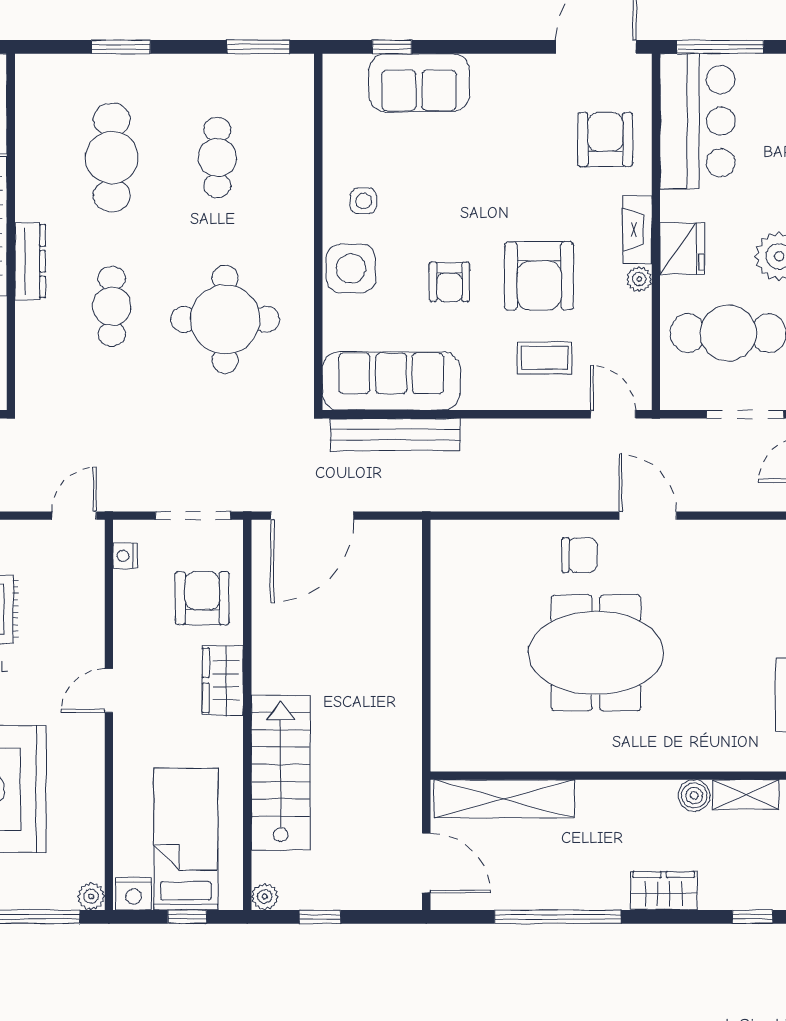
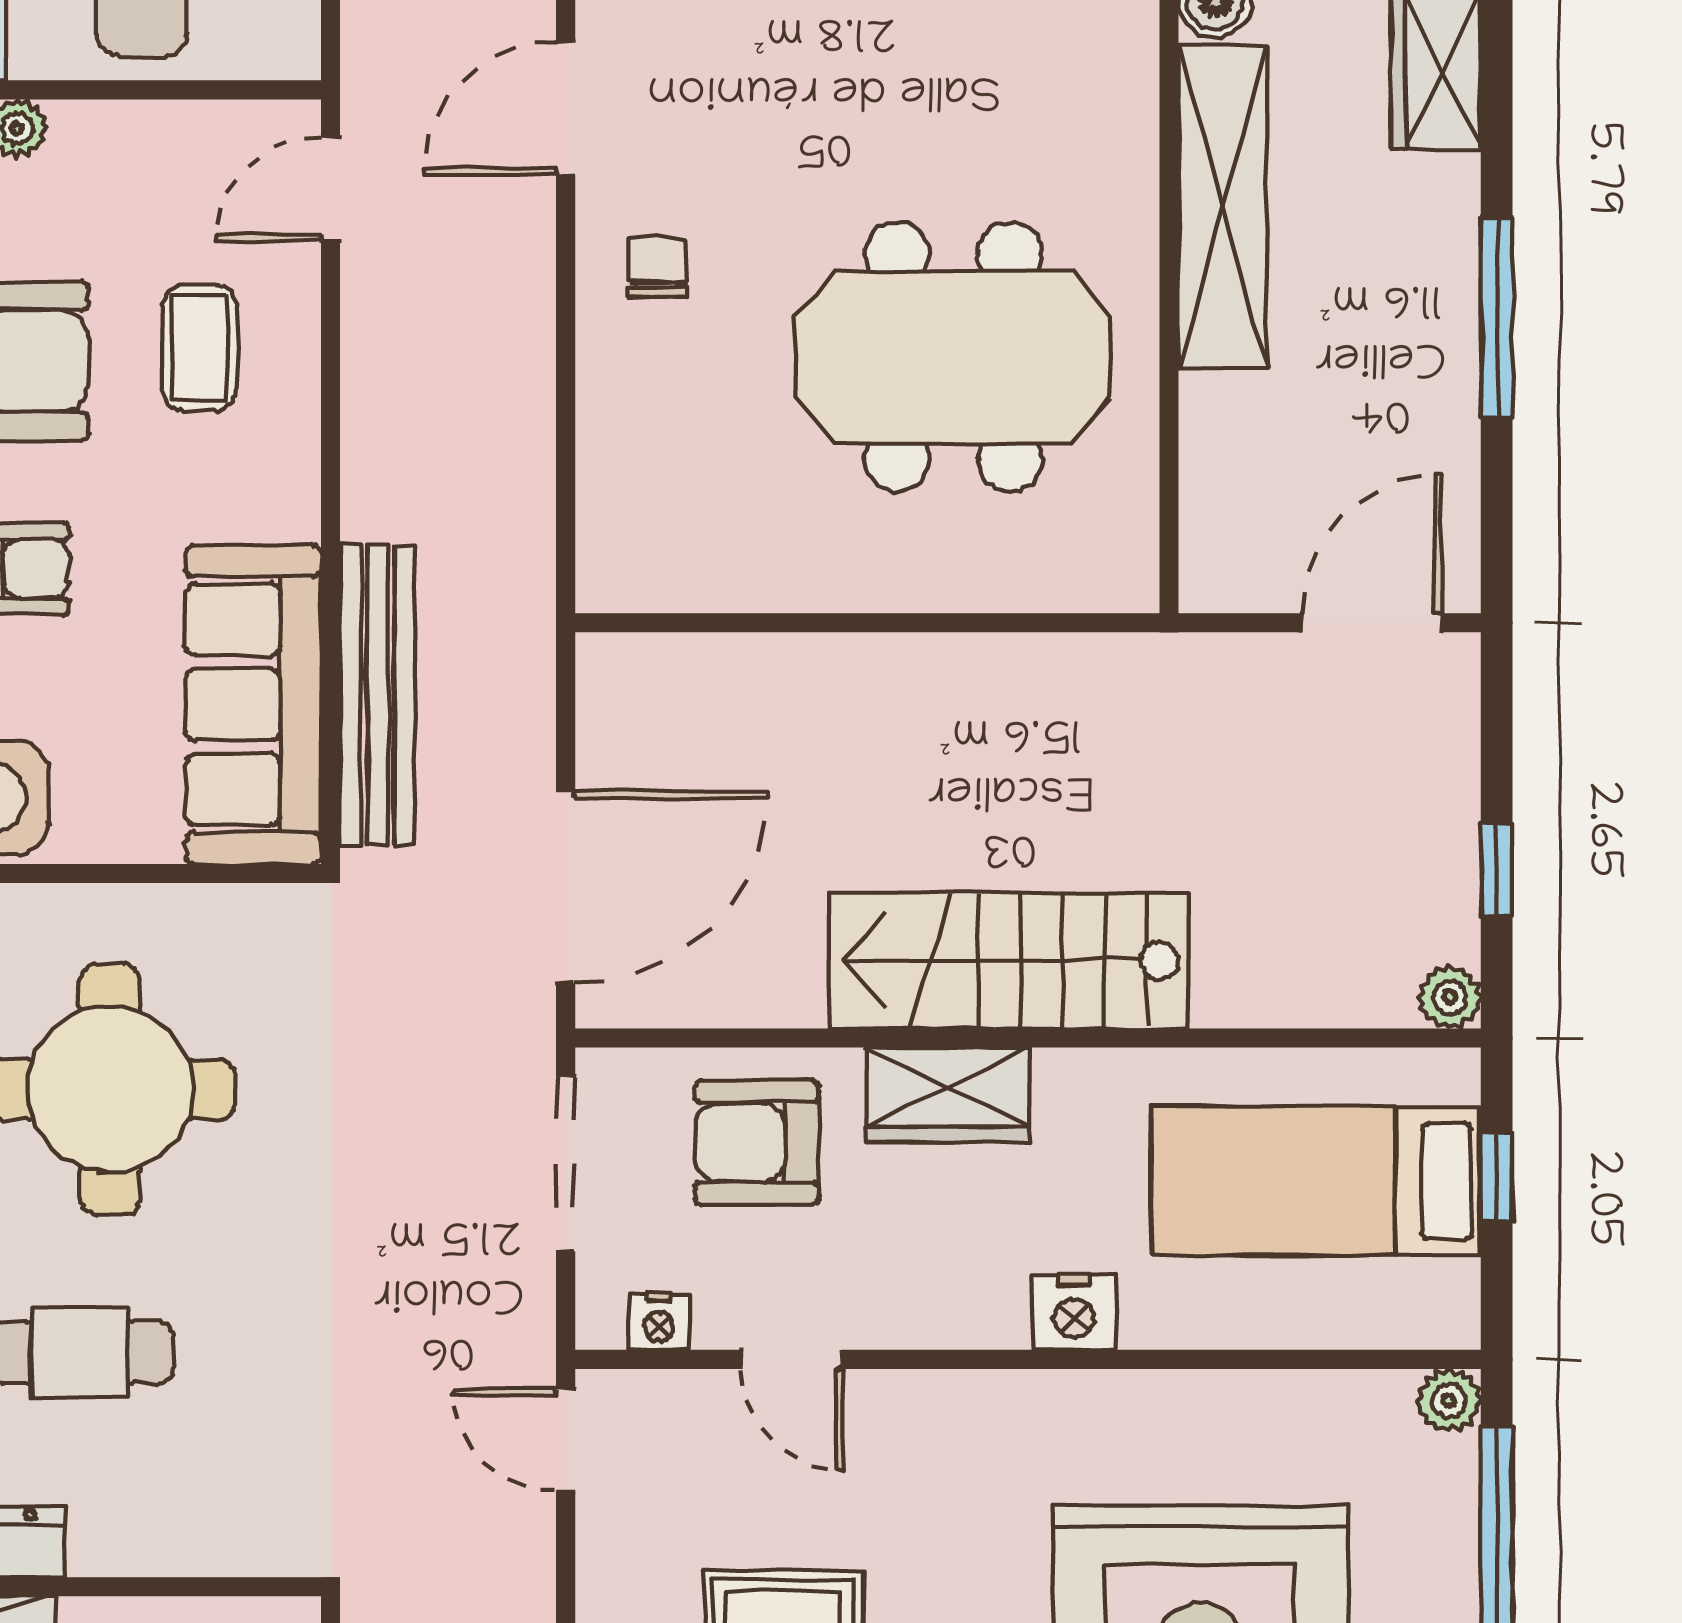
door: (312, 516) -> (566, 887), hinge flipped
chair: (580, 555) -> (657, 267), width x0.73, depth x0.73
meeting table: (596, 653) -> (954, 357), moved, turned 90
door: (109, 691) -> (792, 1359), moved
stairs: (281, 773) -> (1009, 961), moved
shelving: (504, 799) -> (1223, 206), moved
nightstand: (133, 894) -> (1074, 1312), moved, turned 90
window: (558, 917) -> (1497, 318), width x0.68

